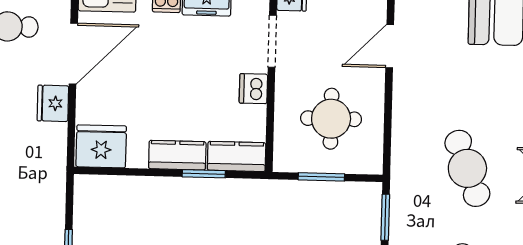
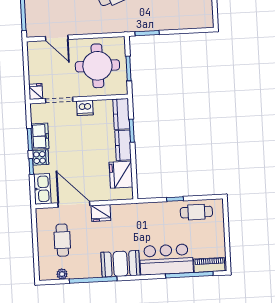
round table: (331, 119) -> (97, 66), width x1.36, depth x1.36
fridge: (101, 146) -> (121, 175), moved

